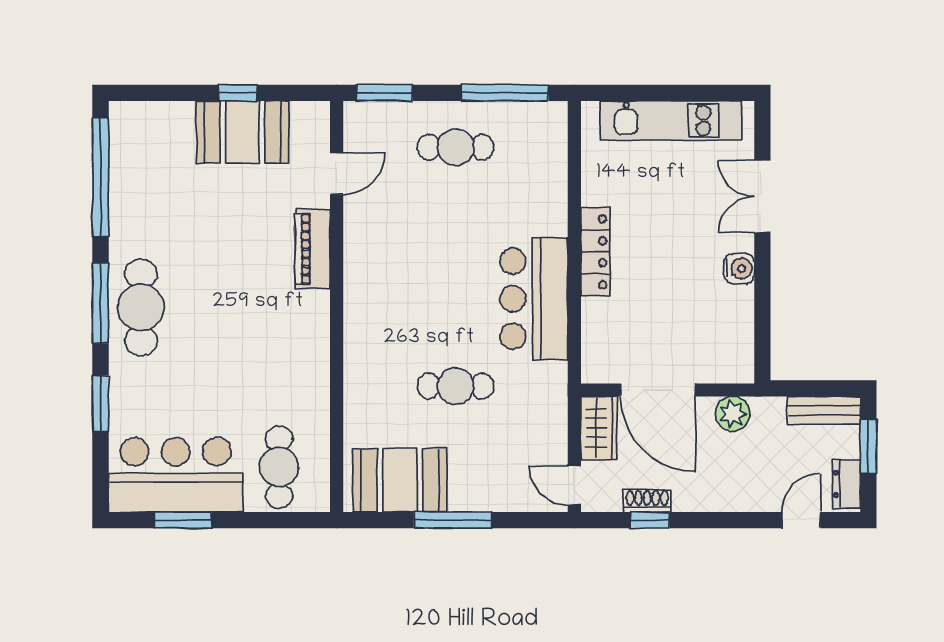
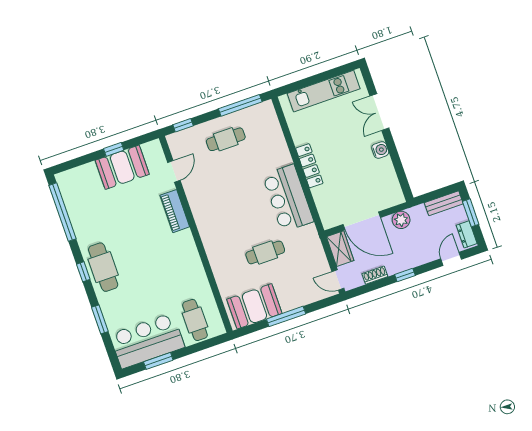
window: (384, 93) -> (183, 125), width x0.67
window: (101, 303) -> (83, 272), width x0.46
window: (650, 520) -> (405, 275), moved

